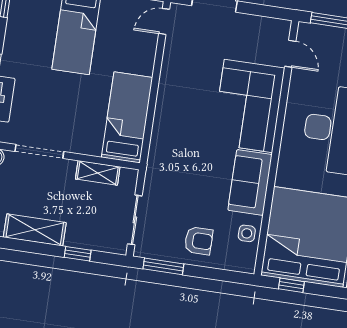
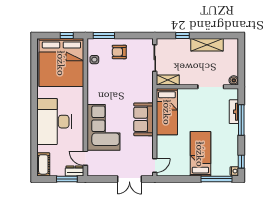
dresser: (314, 33) -> (75, 171), added
shelving: (98, 173) -> (168, 80), moved
sofa: (250, 182) -> (143, 119), moved, turned 180
window: (163, 266) -> (104, 36), moved

